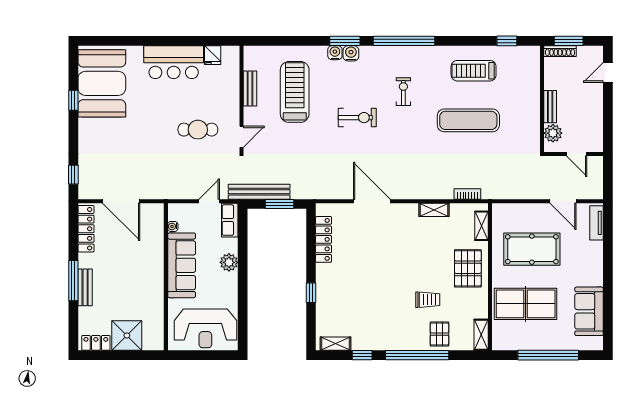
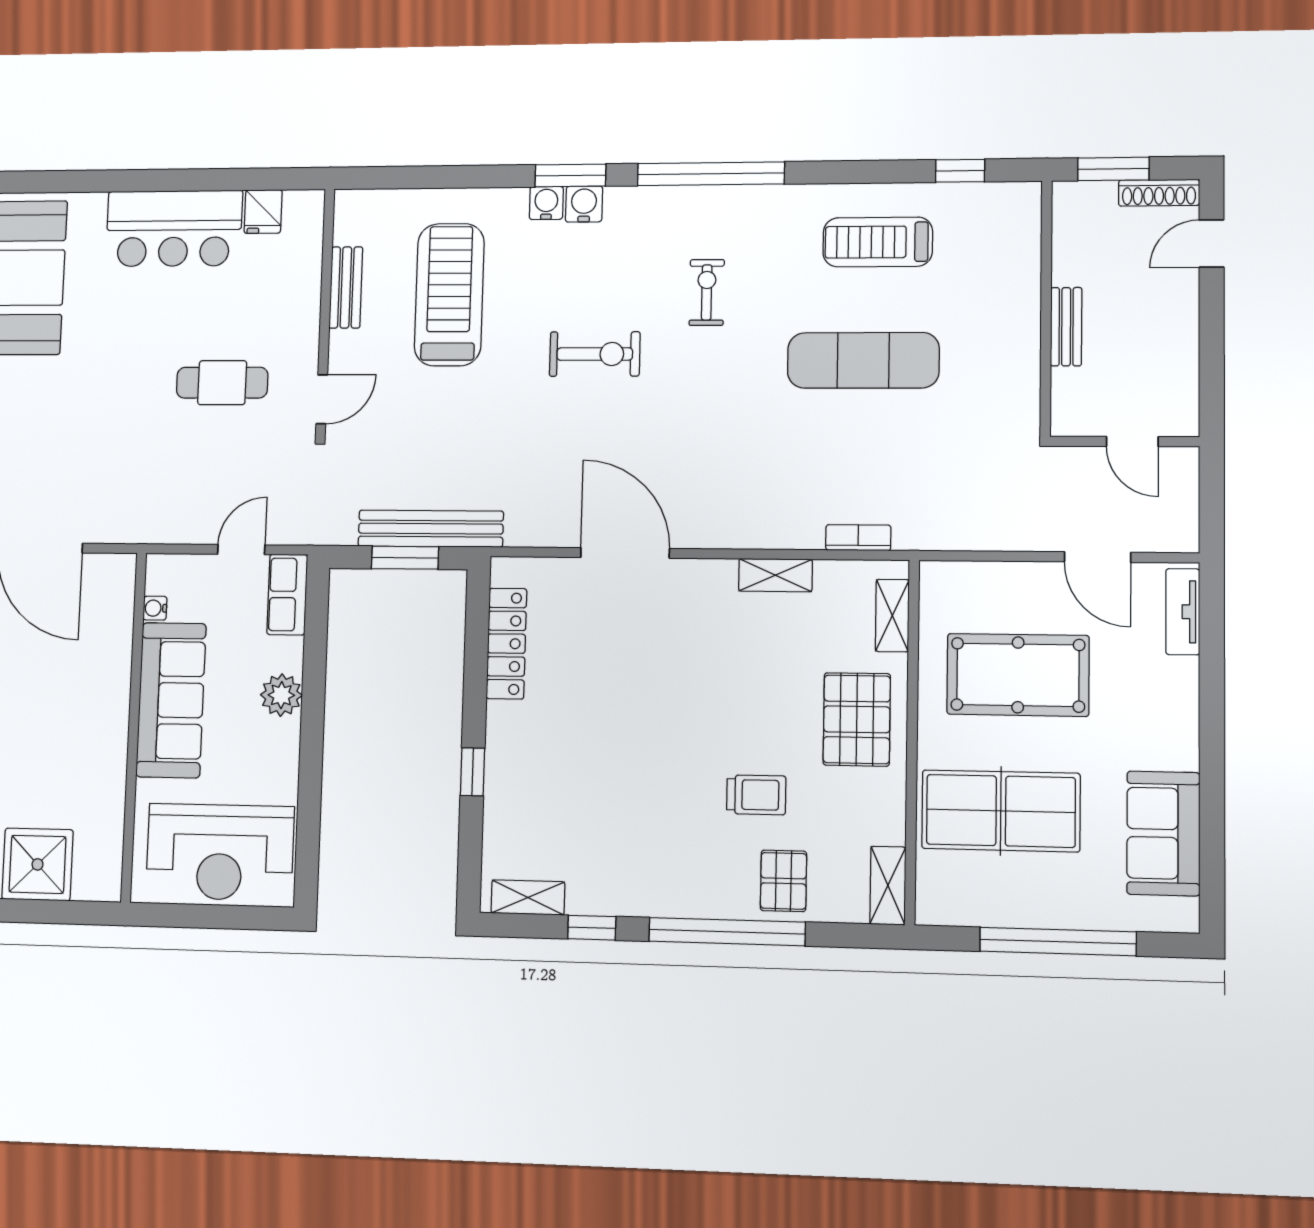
shoe rack: (560, 51) -> (1159, 193), moved
plant: (553, 133) -> (1073, 391), removed
bench: (259, 192) -> (431, 529), moved

